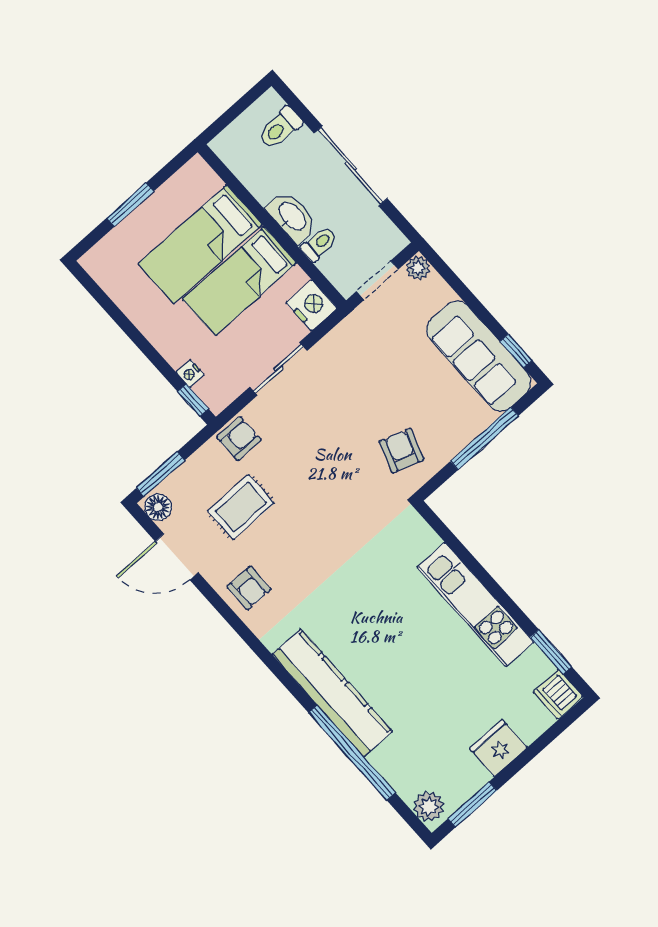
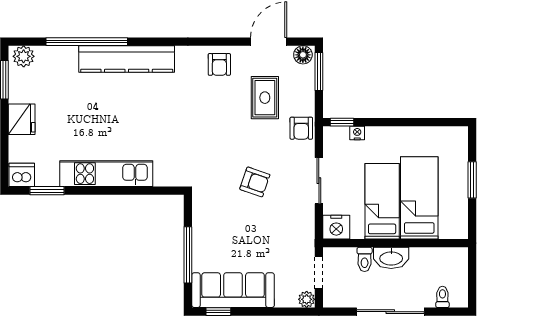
toilet: (280, 128) -> (442, 297), width x0.73, depth x0.72
armchair: (402, 451) -> (255, 182), moved
armchair: (249, 588) -> (219, 64), turned -90

